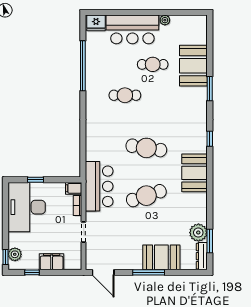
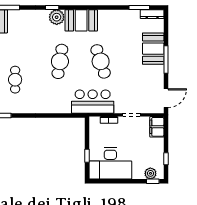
filing cabinet: (74, 188) -> (94, 123), removed
plant: (198, 233) -> (57, 17), moved
filing cabinet: (52, 262) -> (157, 127), moved

